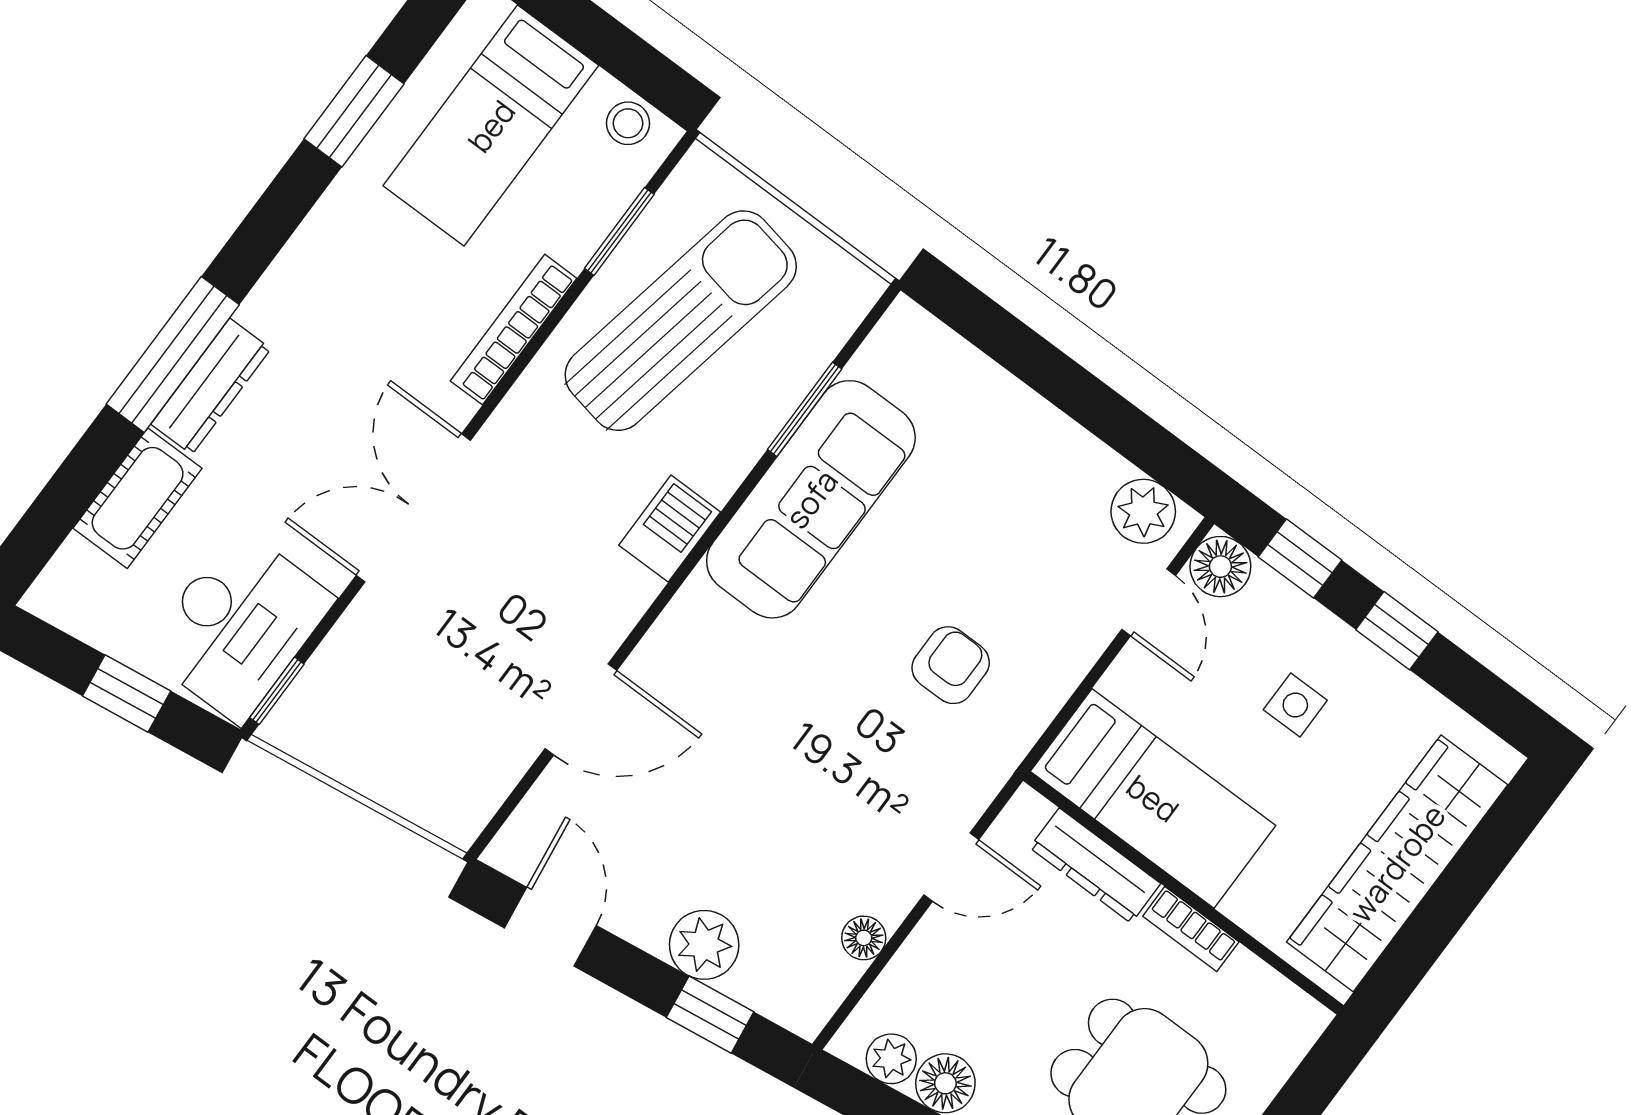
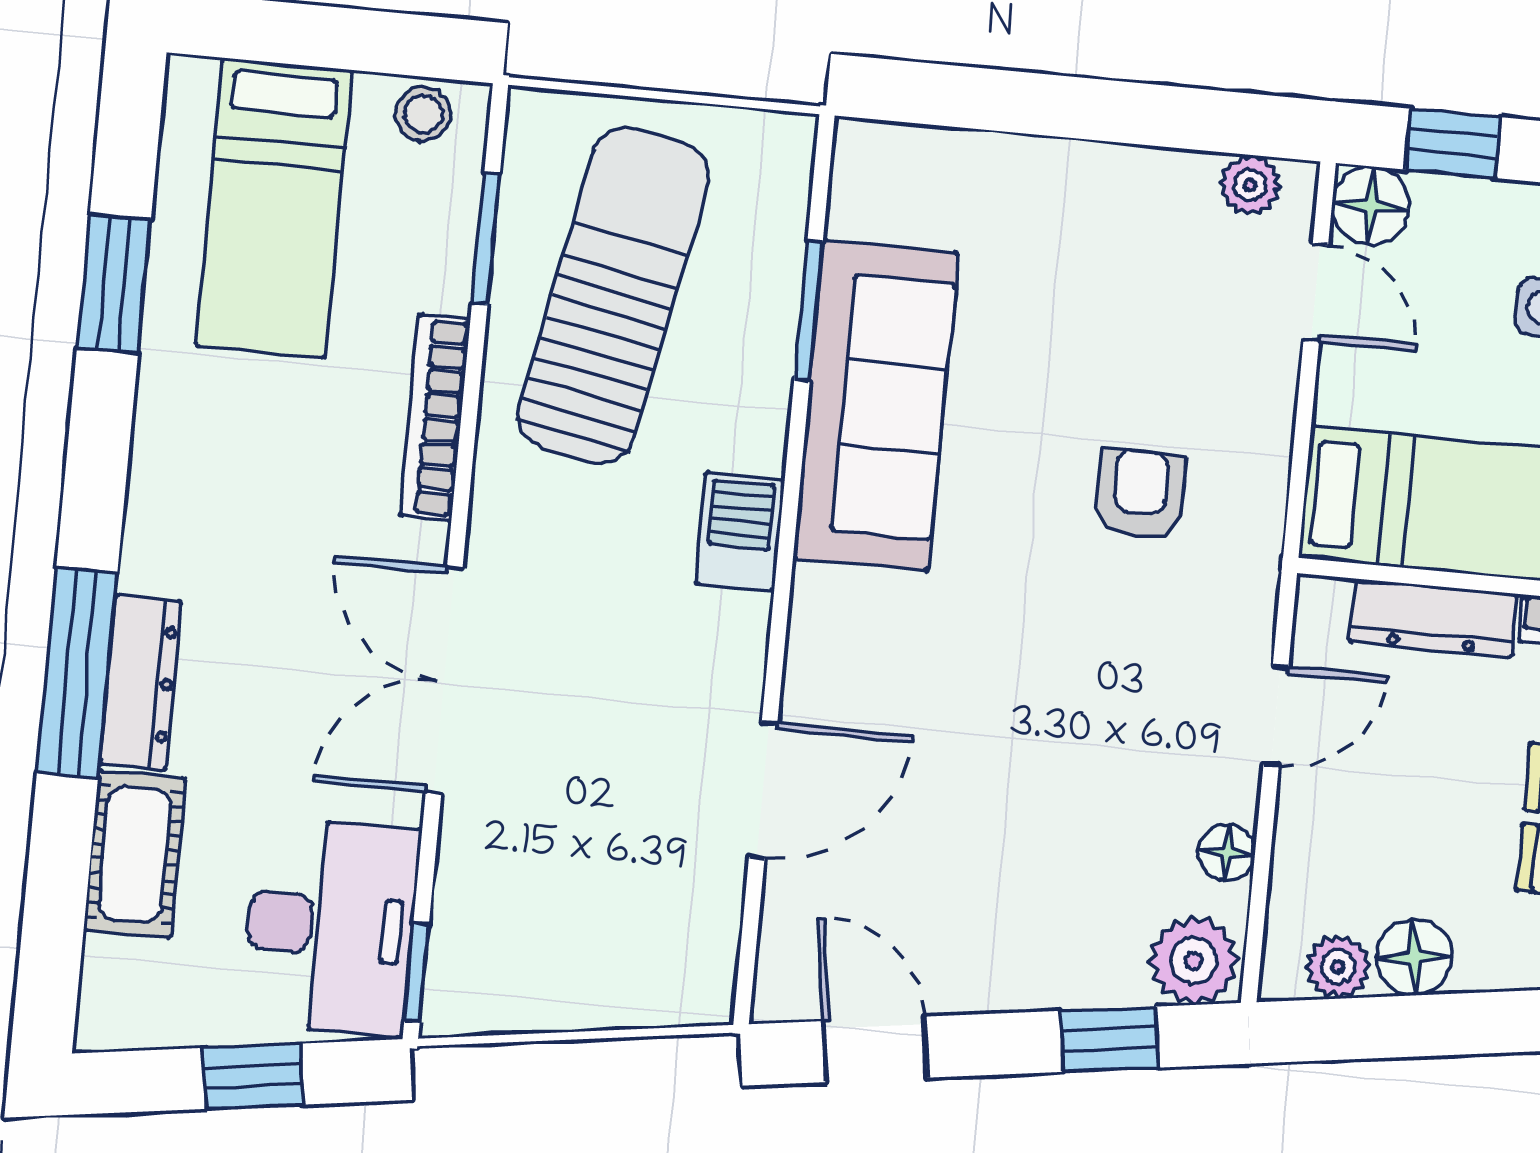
plant: (1143, 511) -> (1250, 185), width x0.73, depth x0.73
plant: (704, 945) -> (1194, 961), moved

